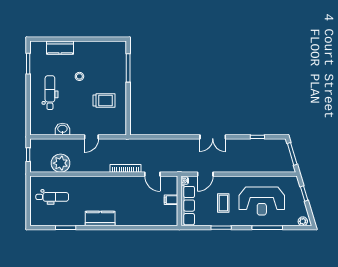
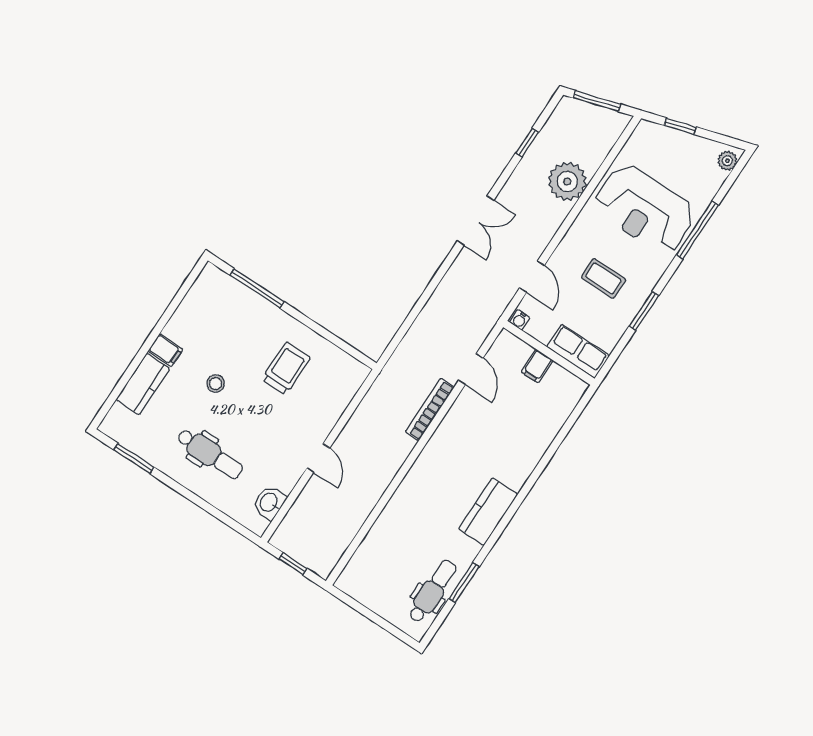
filing cabinet: (79, 48) -> (165, 350), added
dental chair: (50, 93) -> (210, 454), turned 180
washbasin: (62, 129) -> (269, 503), moved
door: (91, 137) -> (318, 458), moved
plant: (61, 163) -> (567, 182), moved
door: (152, 174) -> (471, 369), hinge flipped
dental chair: (52, 197) -> (432, 591), moved
reception desk: (262, 201) -> (644, 209), turned 90
row of seats: (188, 206) -> (578, 351), width x0.68

